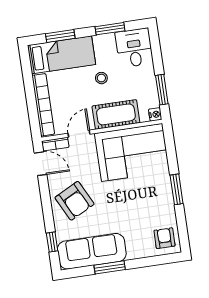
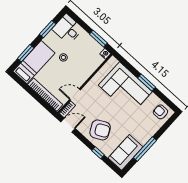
cot: (116, 114) -> (86, 70), removed
door: (79, 134) -> (75, 95), hinge flipped
corner sofa: (132, 152) -> (125, 88), moved, turned 90
window: (52, 242) -> (98, 153), moved
sofa: (92, 251) -> (125, 152), width x0.73
window: (110, 267) -> (145, 149), width x1.44

